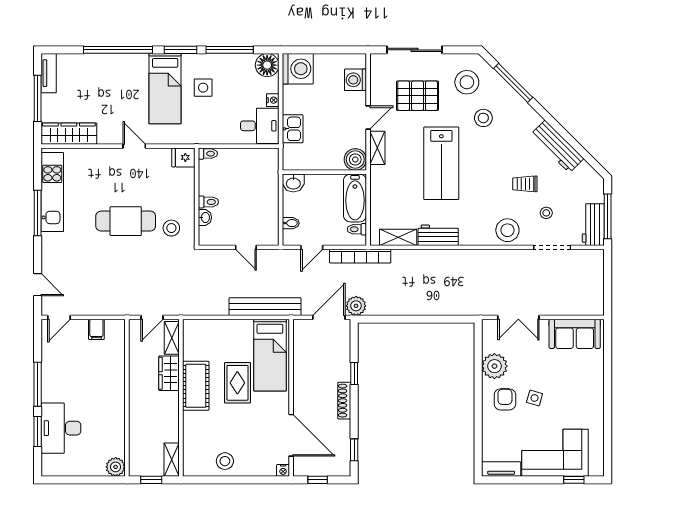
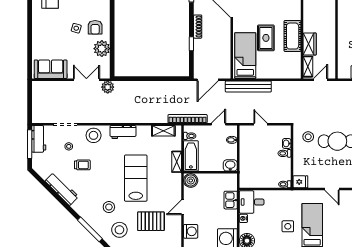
shelving: (377, 148) -> (177, 162), moved
workbench: (438, 235) -> (123, 132), moved
plant: (356, 306) -> (108, 87), moved

